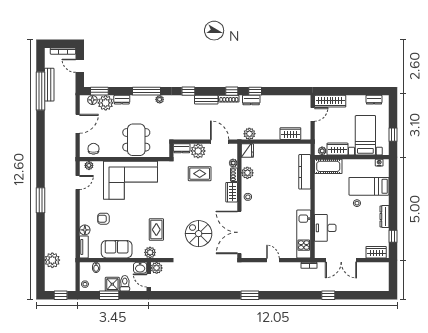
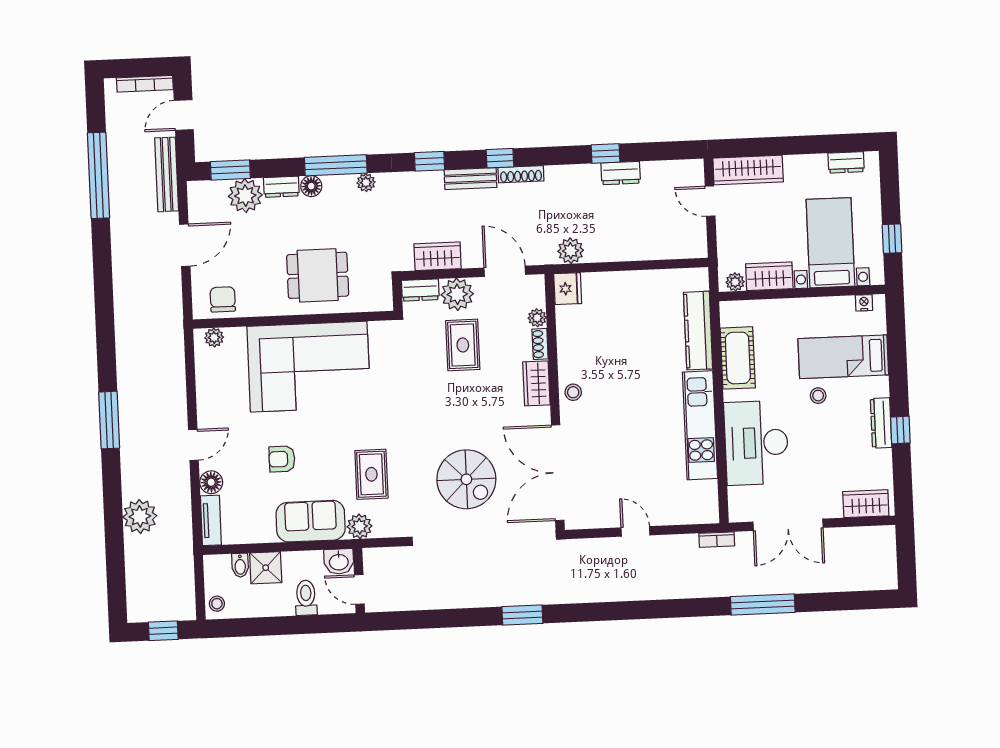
door: (80, 66) -> (184, 115), hinge flipped
bench: (49, 85) -> (167, 174), moved
window: (232, 91) -> (500, 158), moved
window: (255, 91) -> (606, 154), moved
floor lamp: (92, 100) -> (311, 186), moved
dresser: (251, 100) -> (621, 173), moved
door: (313, 114) -> (710, 201), swing flipped
wardrobe: (290, 134) -> (438, 256), moved
dining table: (136, 140) -> (318, 275), width x0.73
cot: (328, 166) -> (738, 358), moved, turned 90
plant: (247, 173) -> (570, 338), removed
rug: (200, 174) -> (463, 345), turned 90
door: (78, 182) -> (193, 445), moved
armchair: (103, 219) -> (282, 459), moved
desk: (325, 228) -> (756, 443), width x1.36, depth x1.30
spiral stairs: (199, 234) -> (466, 479), turned 180
kitchen unit: (304, 234) -> (700, 425), moved
window: (393, 236) -> (900, 430), moved
sofa: (117, 249) -> (311, 521), moved
plant: (52, 260) -> (140, 516), moved
plant: (157, 268) -> (376, 560), removed
shower: (112, 284) -> (266, 568), moved
window: (109, 295) -> (272, 626), removed
window: (250, 295) -> (522, 615), moved
window: (328, 295) -> (763, 605), width x2.17

